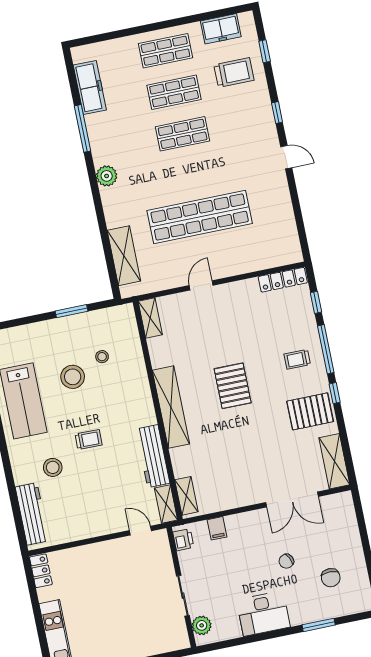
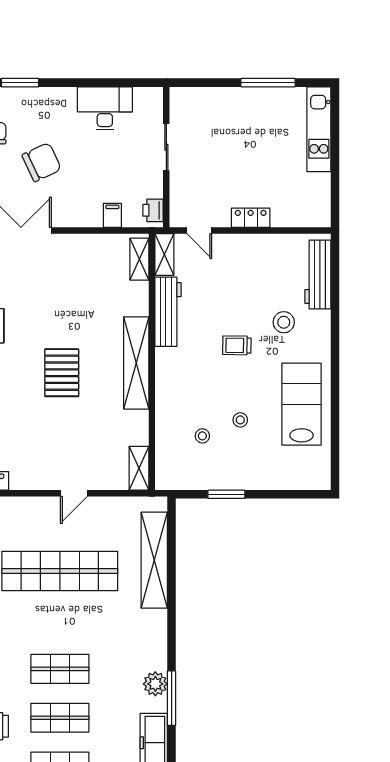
plant: (107, 176) -> (155, 684), moved
shelving: (124, 256) -> (154, 560), width x1.47
stool: (73, 377) -> (240, 420), width x0.53, depth x0.53
chair: (286, 561) -> (42, 162), width x1.87, depth x1.87
locker: (41, 571) -> (251, 218), moved, turned 90
desk: (263, 614) -> (105, 108), moved
plant: (202, 625) -> (152, 109), removed

